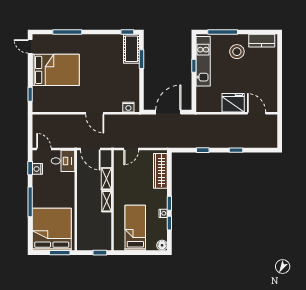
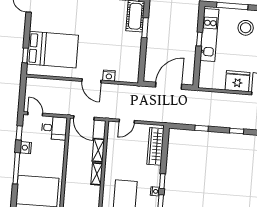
bed: (56, 70) -> (53, 50), moved
nightstand: (128, 107) -> (109, 76), moved
nightstand: (37, 169) -> (26, 148), moved

